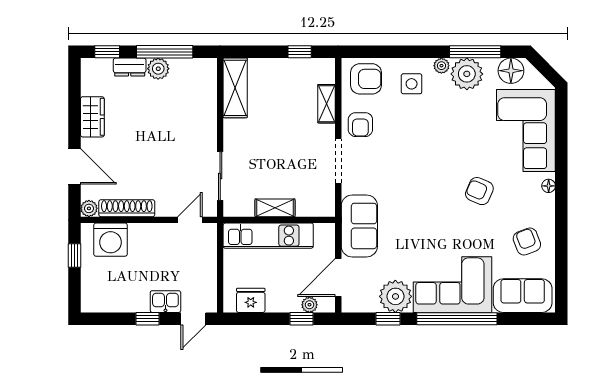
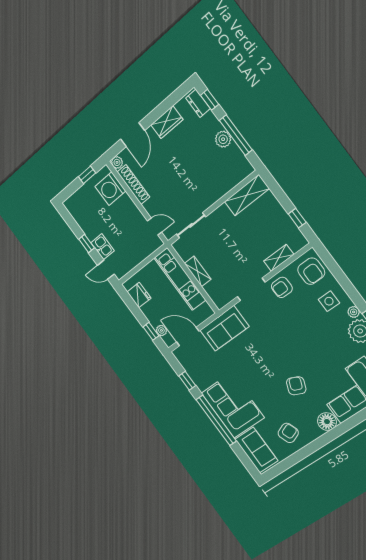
dresser: (130, 67) -> (198, 103), moved
floor lamp: (549, 186) -> (327, 422), width x1.89, depth x1.89
plant: (395, 296) -> (202, 377), removed

